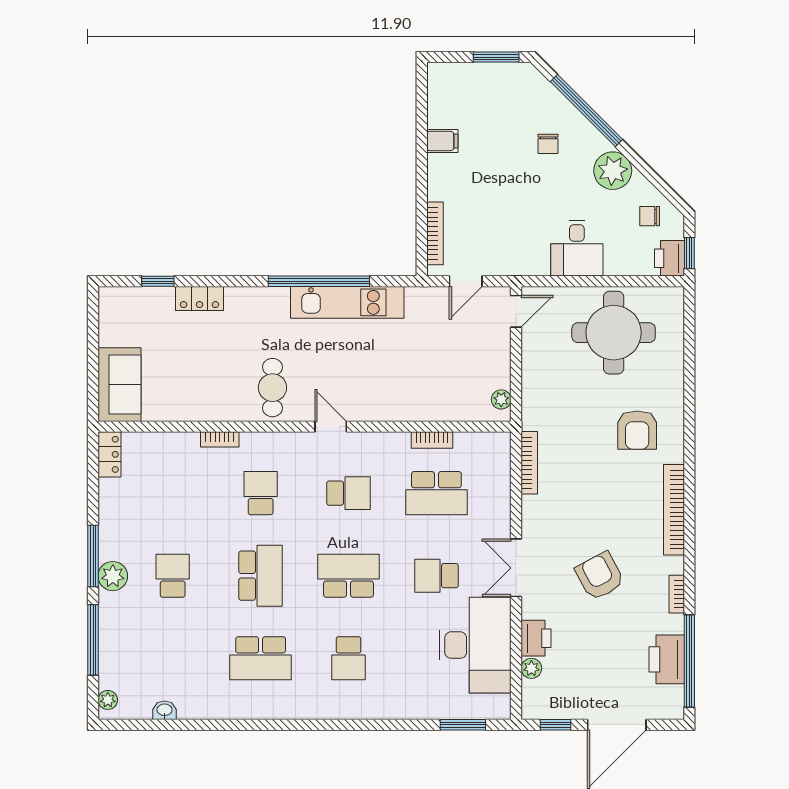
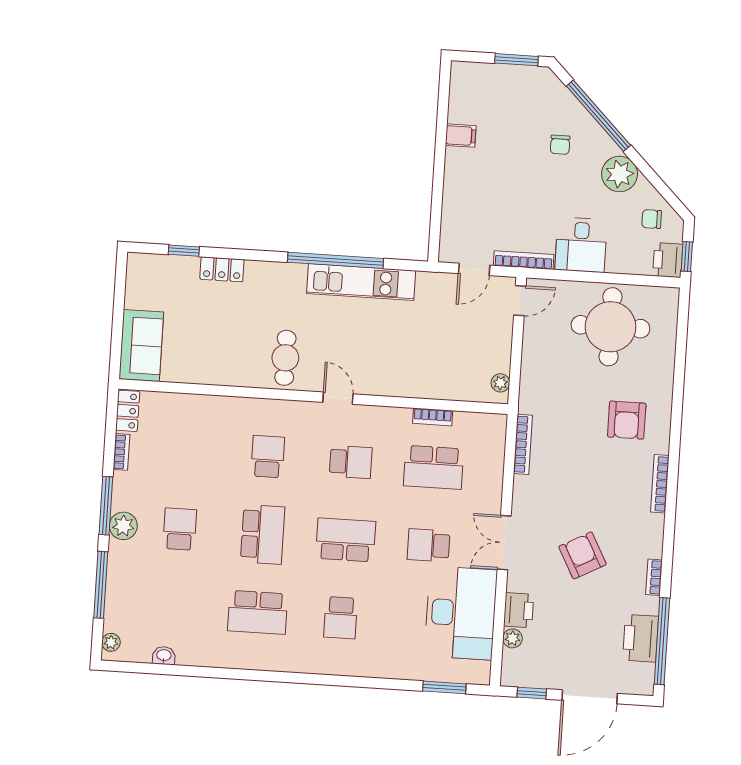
bookcase: (435, 233) -> (524, 260), moved, turned -90
bookcase: (220, 439) -> (121, 452), moved, turned -90
bookcase: (674, 510) -> (660, 484), width x0.68, depth x0.76

